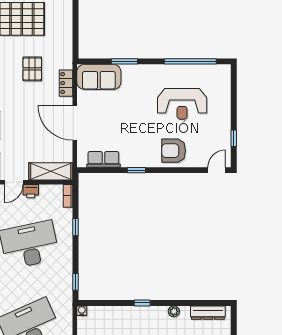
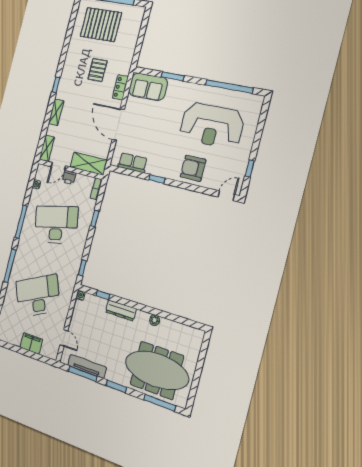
reception desk: (182, 104) -> (212, 126), width x1.36, depth x1.30
window: (142, 303) -> (103, 295), moved
dresser: (208, 313) -> (121, 310), moved

